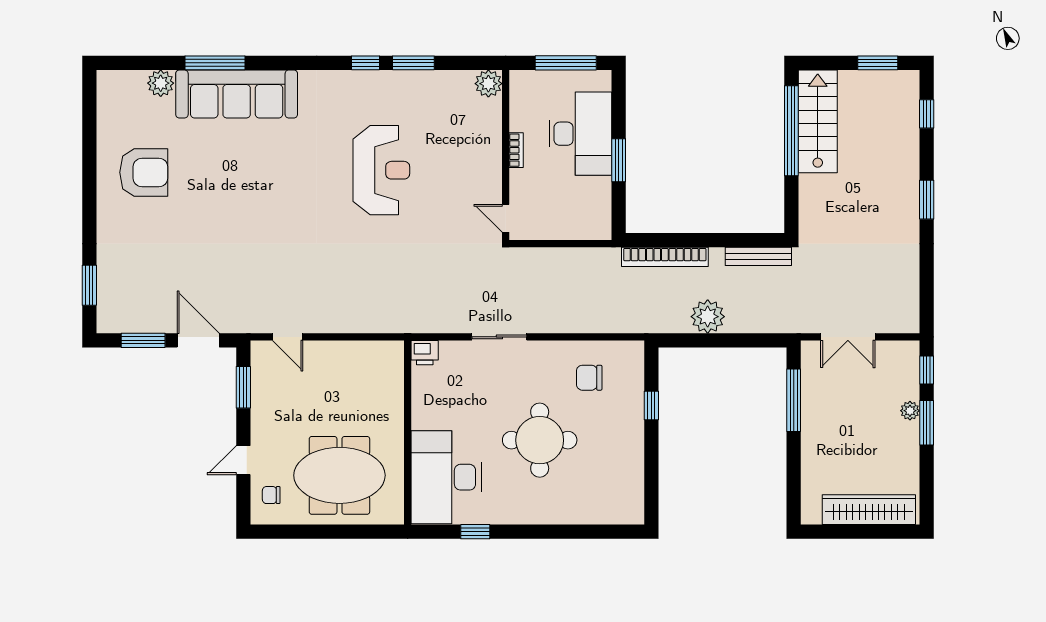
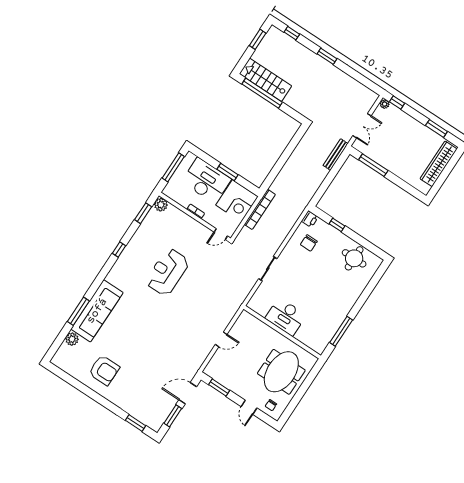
window: (413, 63) -> (143, 213), moved
reception desk: (381, 170) -> (167, 272), turned -90
armchair: (144, 172) -> (104, 370), turned 90
corner desk: (580, 209) -> (237, 201), added
bench: (758, 256) -> (336, 154), moved
bookcase: (665, 257) -> (260, 209), moved
plant: (708, 317) -> (316, 178), removed
door: (288, 337) -> (221, 339), moved
printer: (425, 353) -> (310, 219), moved
plant: (910, 411) -> (385, 104), moved
window: (927, 423) -> (436, 128), moved
round table: (540, 440) -> (354, 258), moved, width x0.73, depth x0.73
desk: (446, 477) -> (286, 317), moved, width x0.73, depth x0.77
window: (475, 532) -> (341, 331), width x2.17

